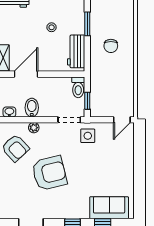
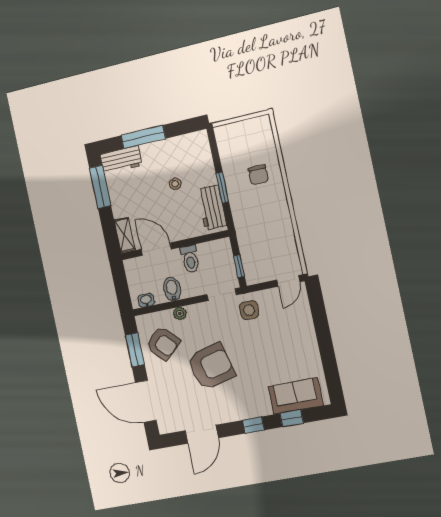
window: (87, 24) -> (222, 188), moved
chair: (111, 46) -> (258, 175), moved
door: (26, 74) -> (156, 249), hinge flipped
toilet: (78, 87) -> (190, 259), moved

